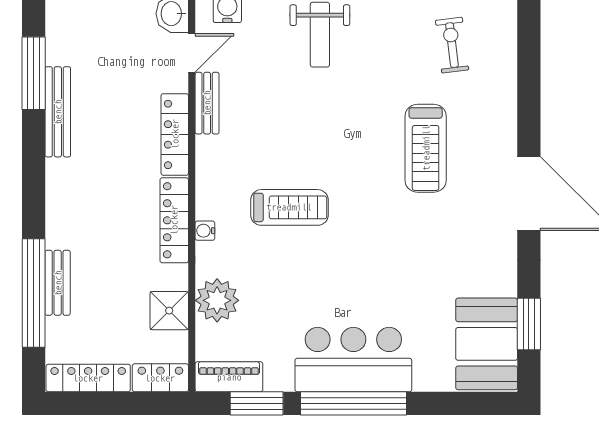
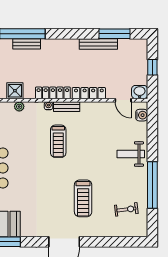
bench: (207, 103) -> (67, 107), moved
treadmill: (426, 148) -> (83, 198), turned -90
plant: (217, 300) -> (19, 107), width x0.53, depth x0.53

